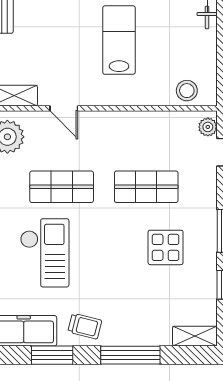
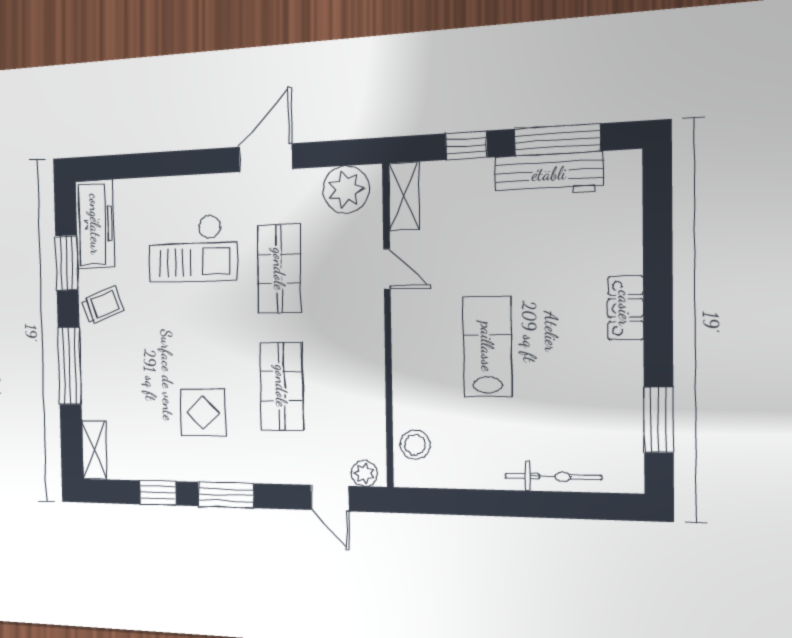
lab bench: (119, 40) -> (487, 347), turned -90
door: (64, 108) -> (387, 269), swing flipped
trolley: (85, 326) -> (103, 305), turned -124

